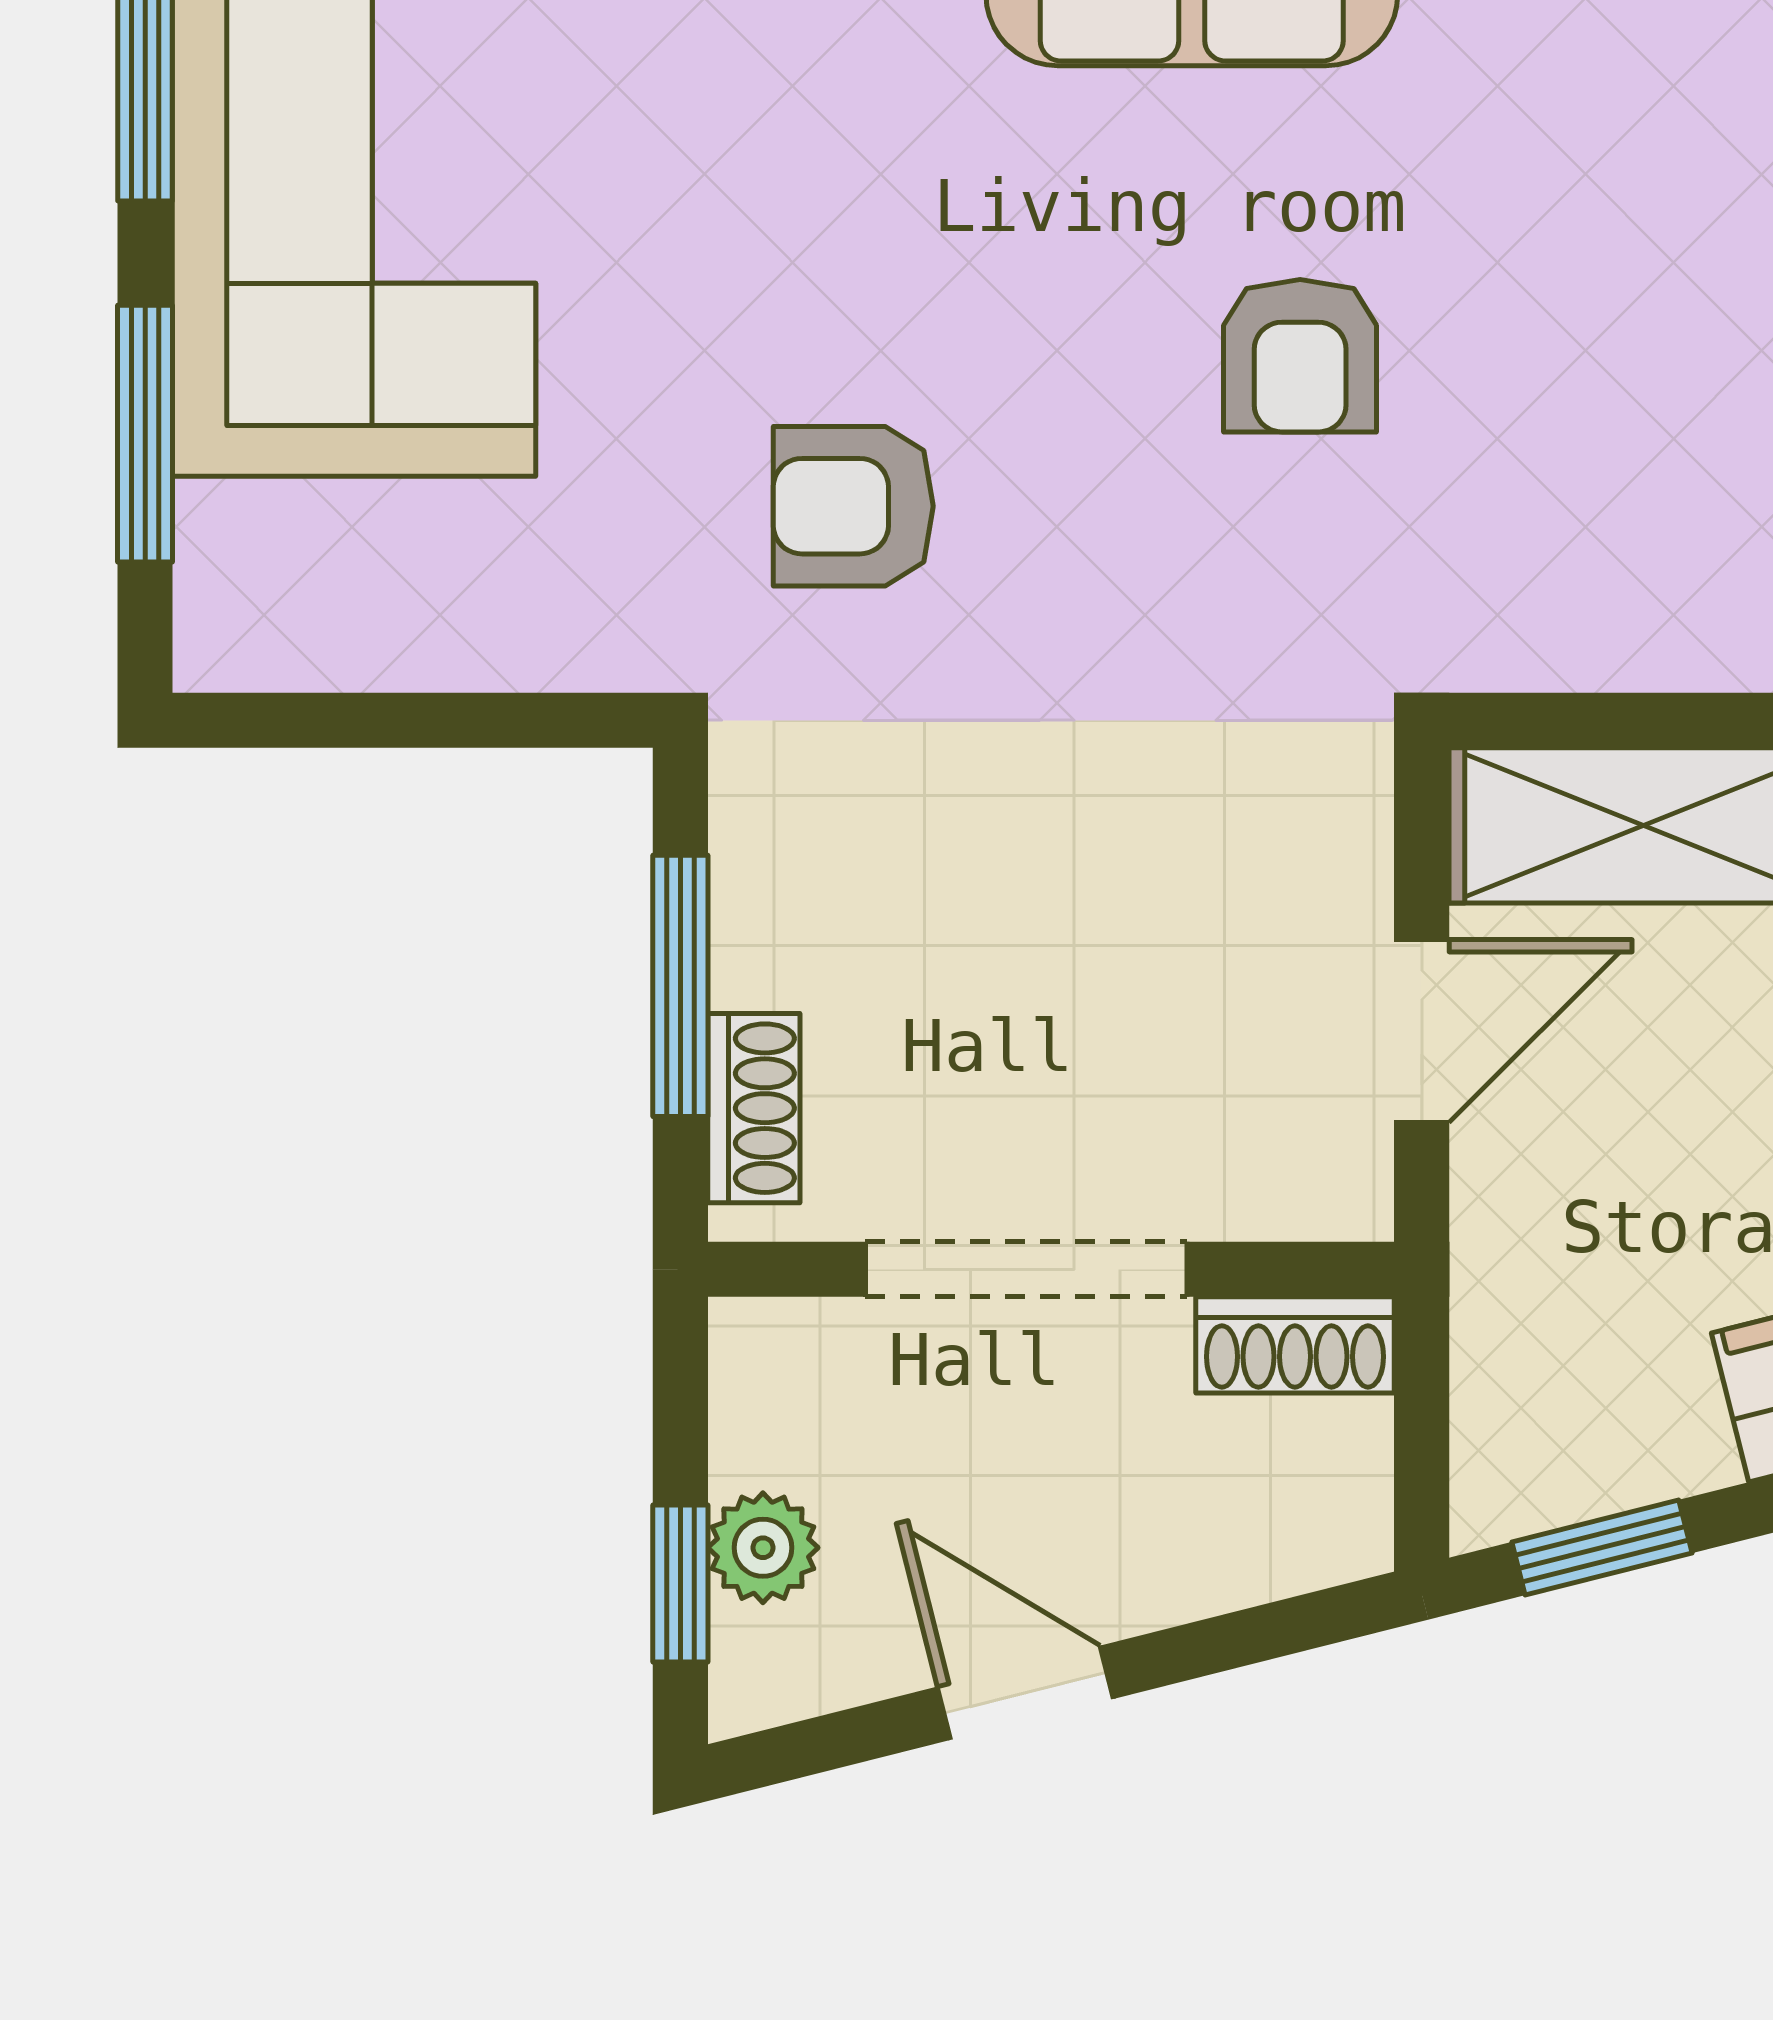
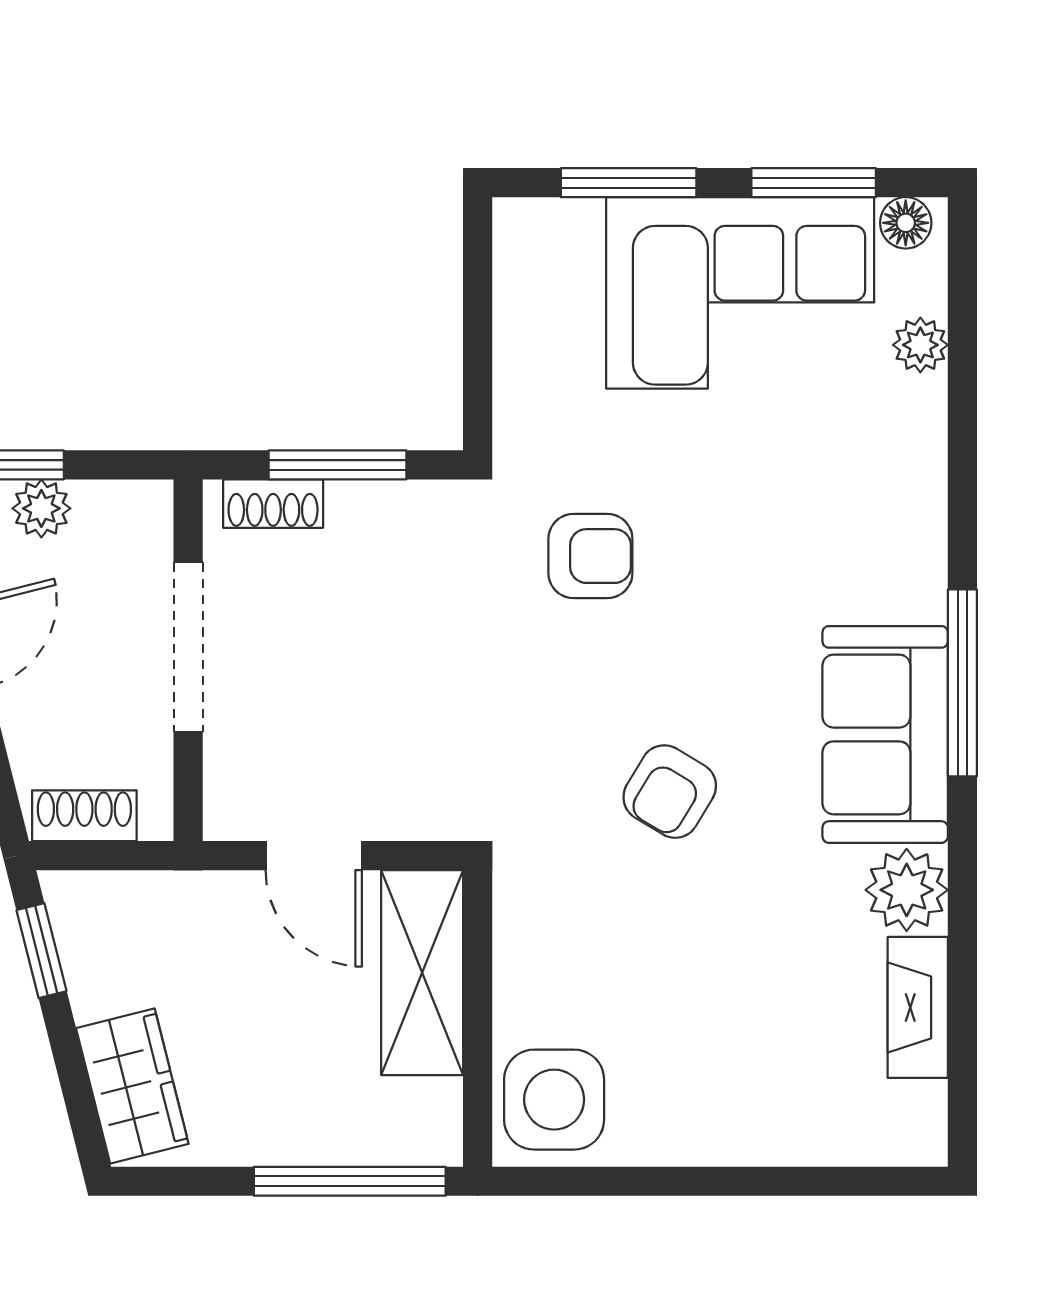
armchair: (1300, 356) -> (670, 792), turned -59
armchair: (853, 506) -> (590, 556), turned 90
shoe rack: (1295, 1345) -> (84, 816), moved, turned 90

